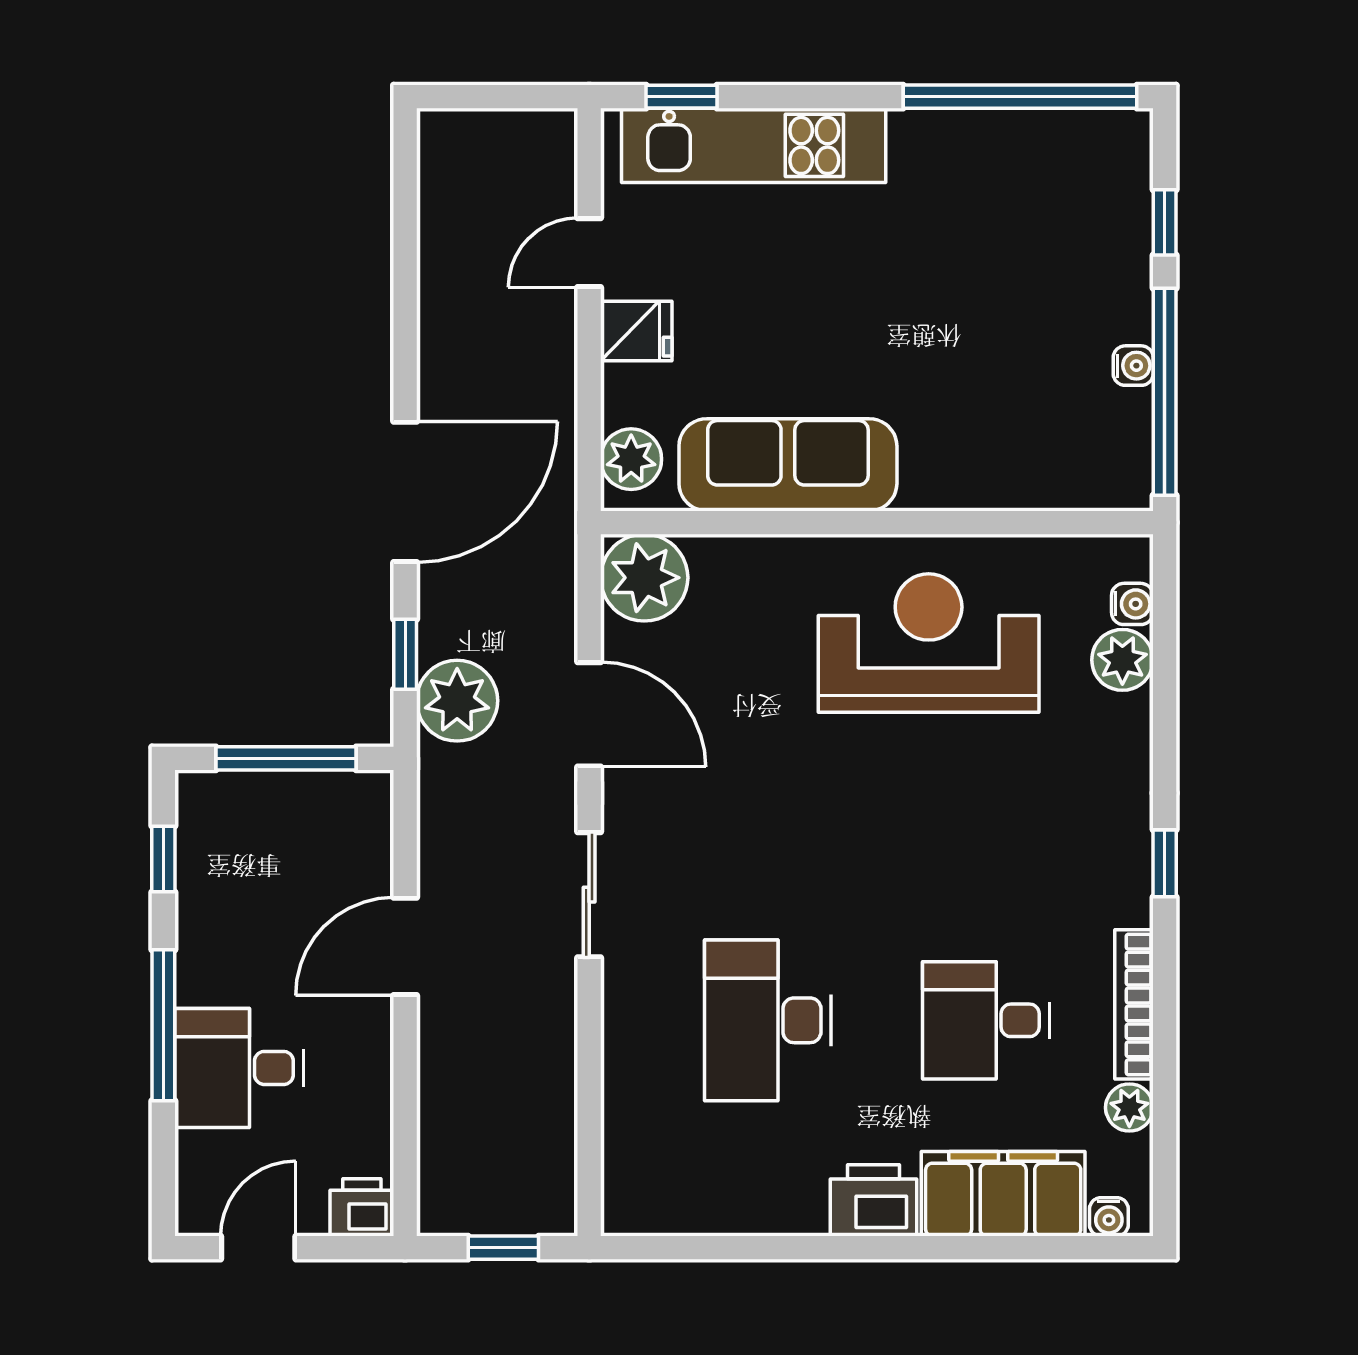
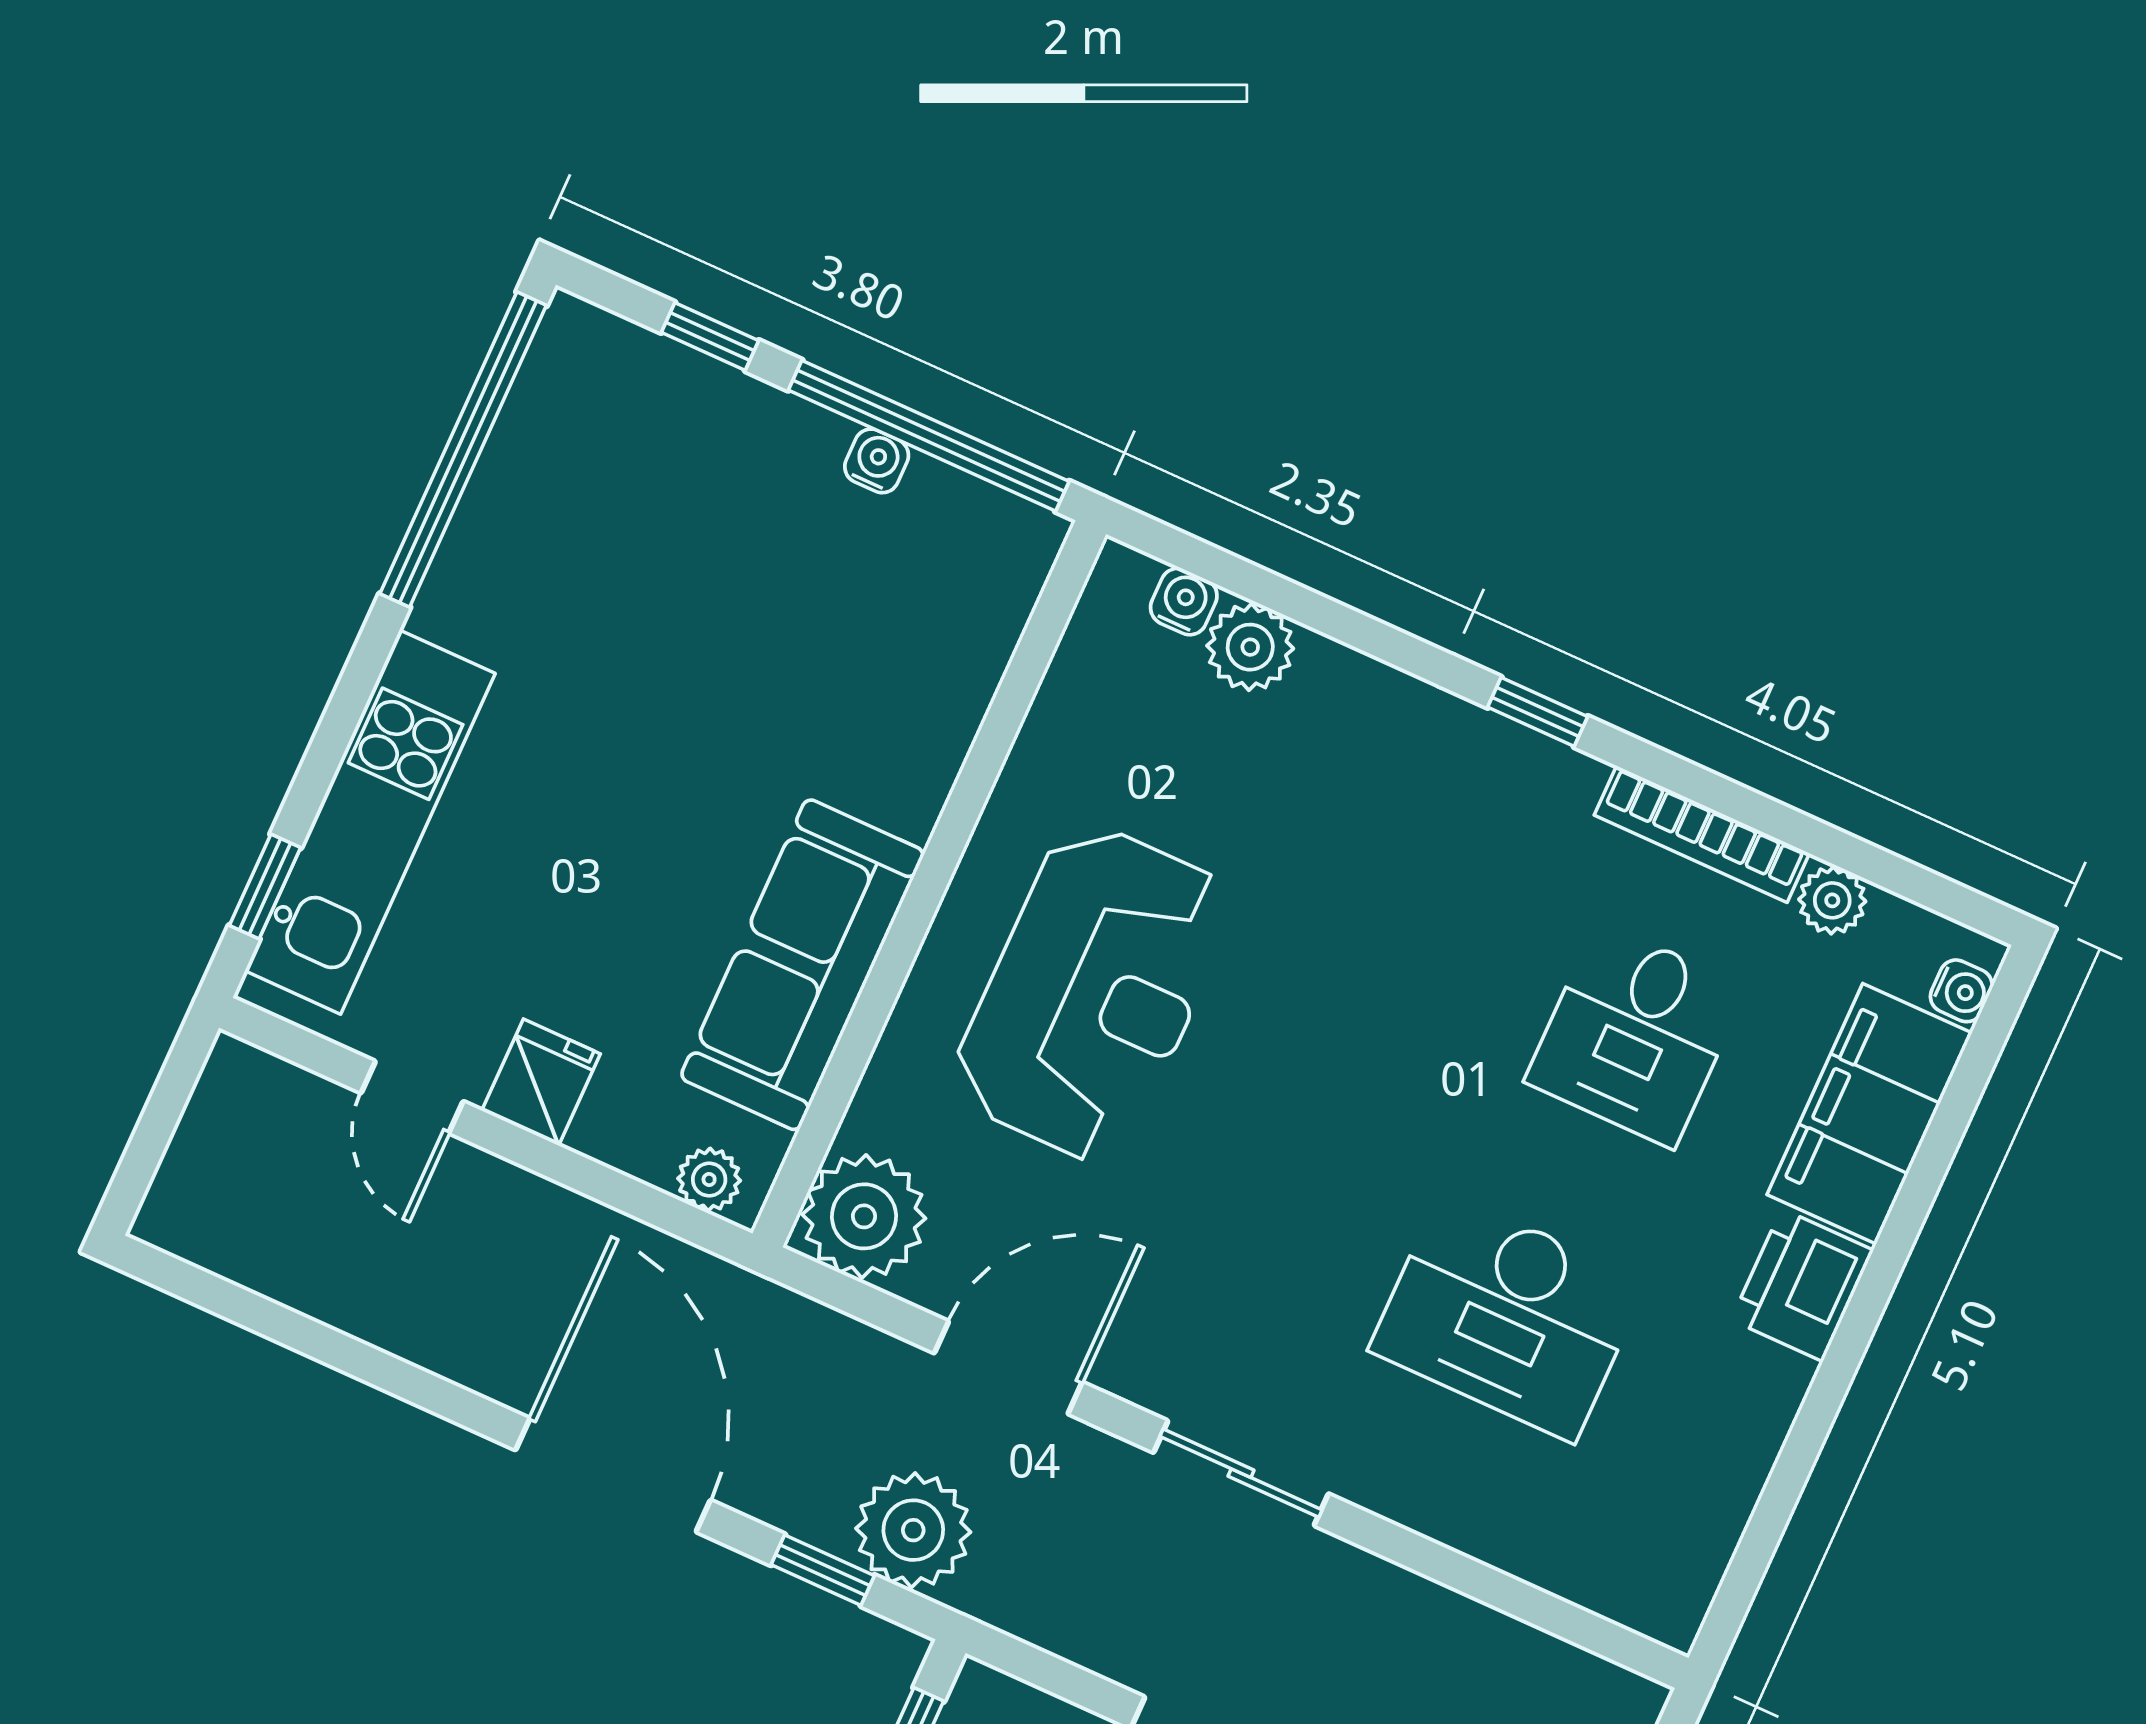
plant: (631, 459) -> (709, 1180), width x0.73, depth x0.73
reception desk: (929, 643) -> (1093, 993), moved, turned 180

